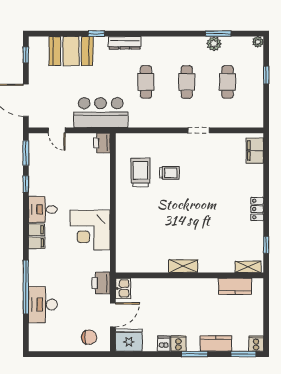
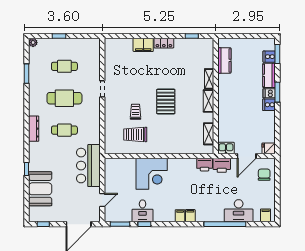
dresser: (125, 43) -> (34, 129), moved
plant: (214, 44) -> (34, 77), removed
cafe table: (187, 82) -> (64, 98), width x1.37, depth x1.35
printer: (102, 143) -> (205, 165), moved
filing cabinet: (255, 151) -> (143, 45), moved
desk: (43, 209) -> (143, 211), moved
pallet: (183, 212) -> (166, 102), added
corner desk: (90, 230) -> (152, 174), moved
shelving: (141, 266) -> (209, 134), added
shelving: (248, 267) -> (209, 79), moved
door: (113, 315) -> (247, 156), swing flipped
filing cabinet: (37, 339) -> (266, 215), added
fridge: (129, 340) -> (269, 148), width x0.53, depth x0.75
dishwasher: (164, 344) -> (269, 93), moved
cooker: (256, 344) -> (269, 57), moved

